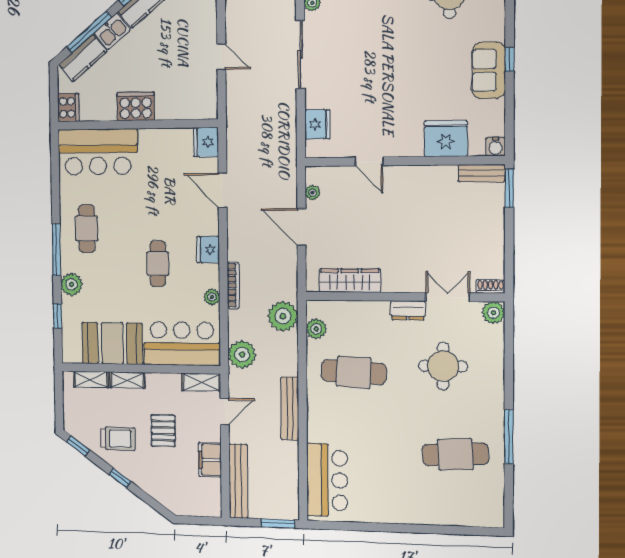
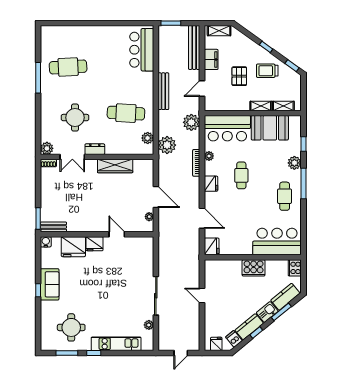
window: (89, 32) -> (281, 312), width x0.69
fridge: (317, 124) -> (95, 244), moved, turned -90
wardrobe: (350, 281) -> (115, 166), moved
shelving: (201, 382) -> (219, 31), moved

